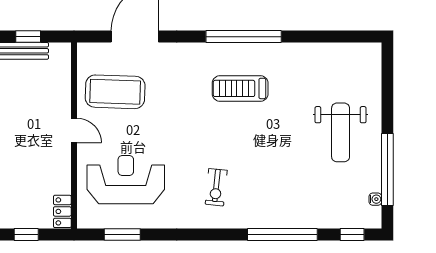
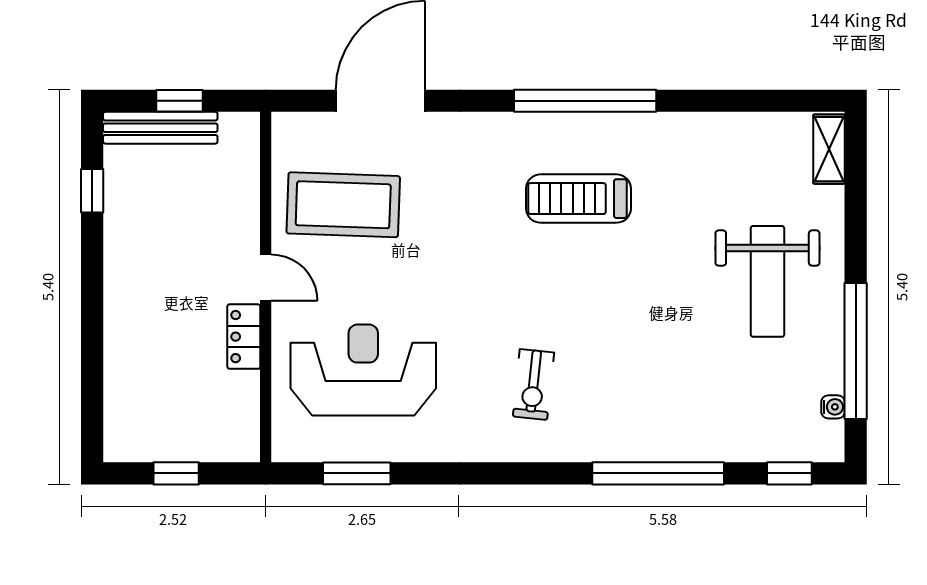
shelving: (373, 62) -> (829, 149), added
locker: (62, 211) -> (244, 337), moved

